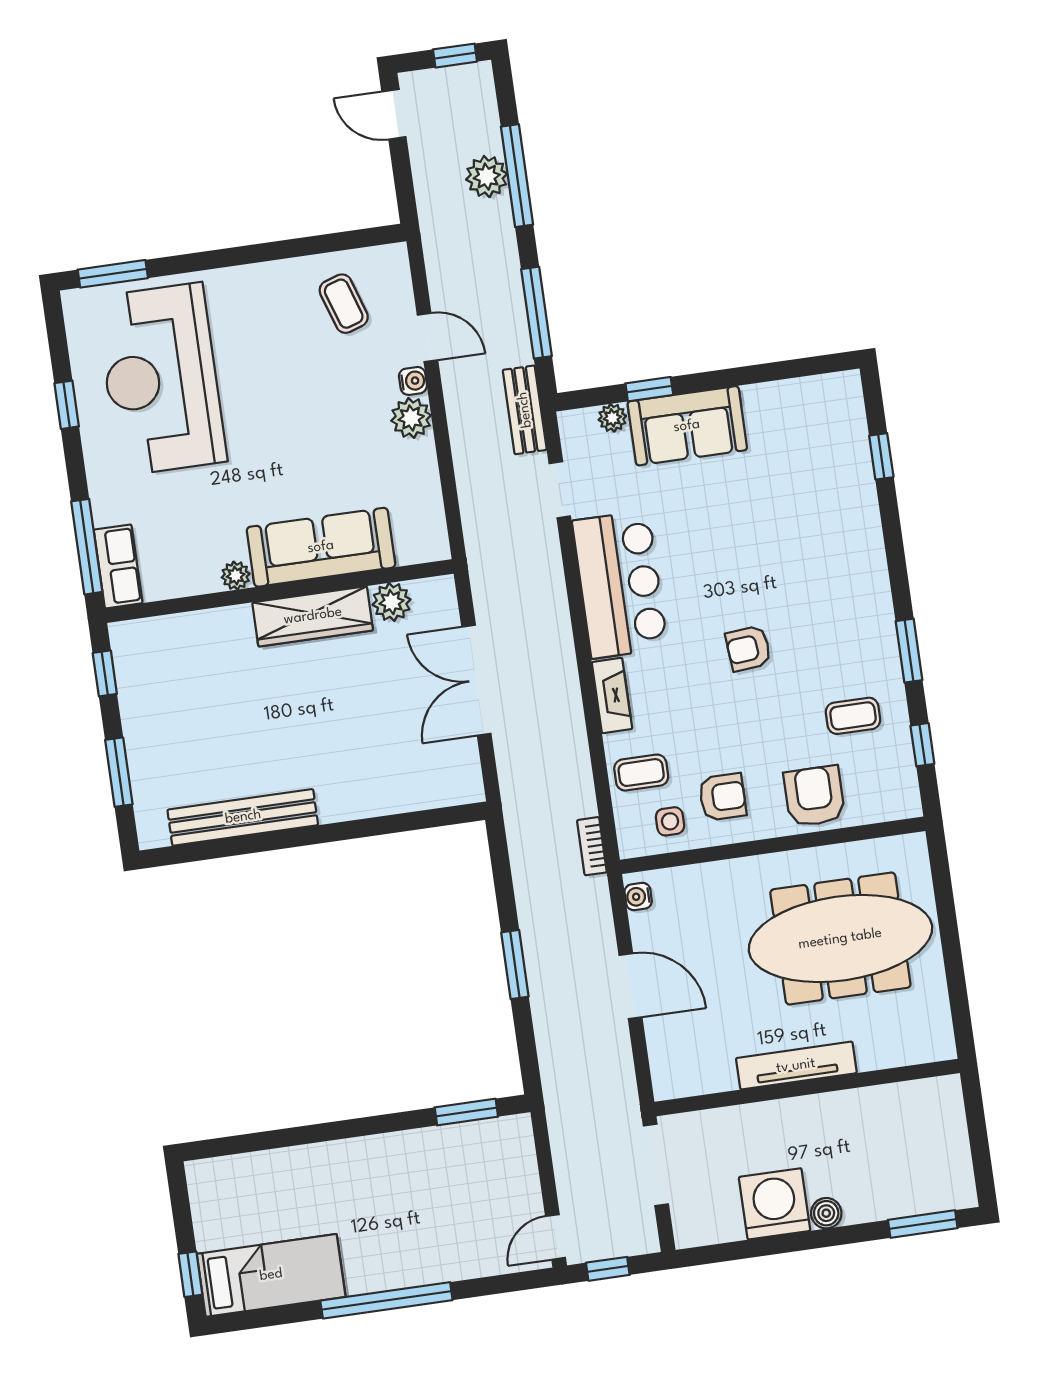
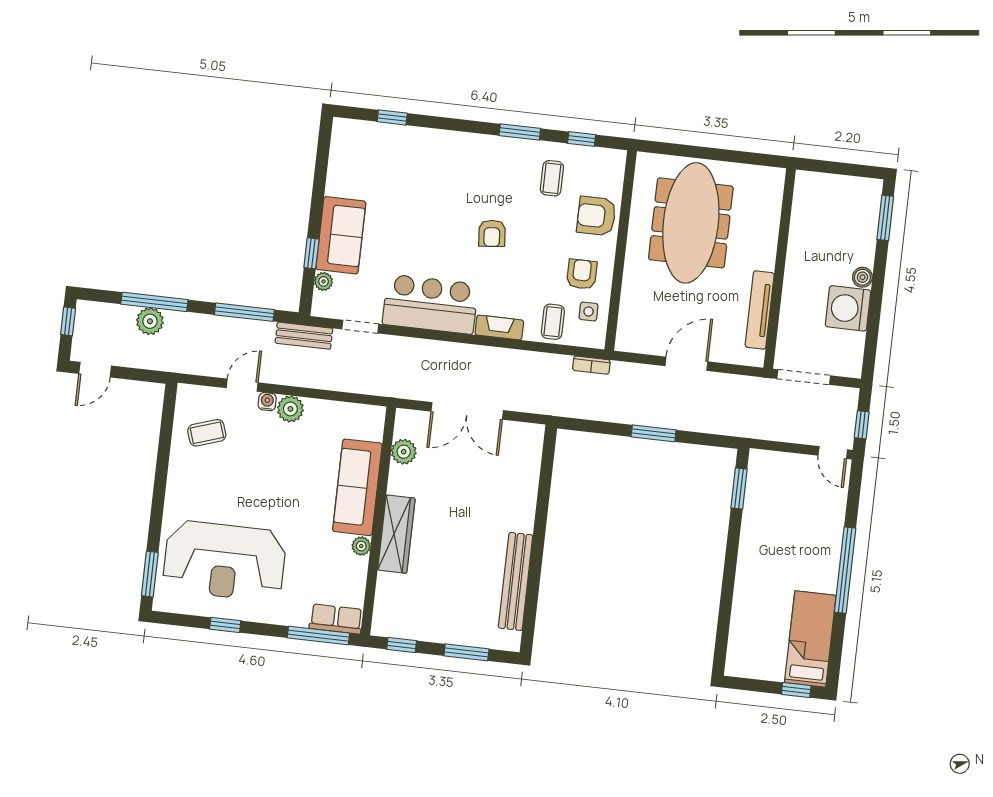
wardrobe: (313, 616) -> (396, 534), moved
water cooler: (638, 896) -> (631, 344), removed
tv unit: (796, 1066) -> (760, 310), moved

